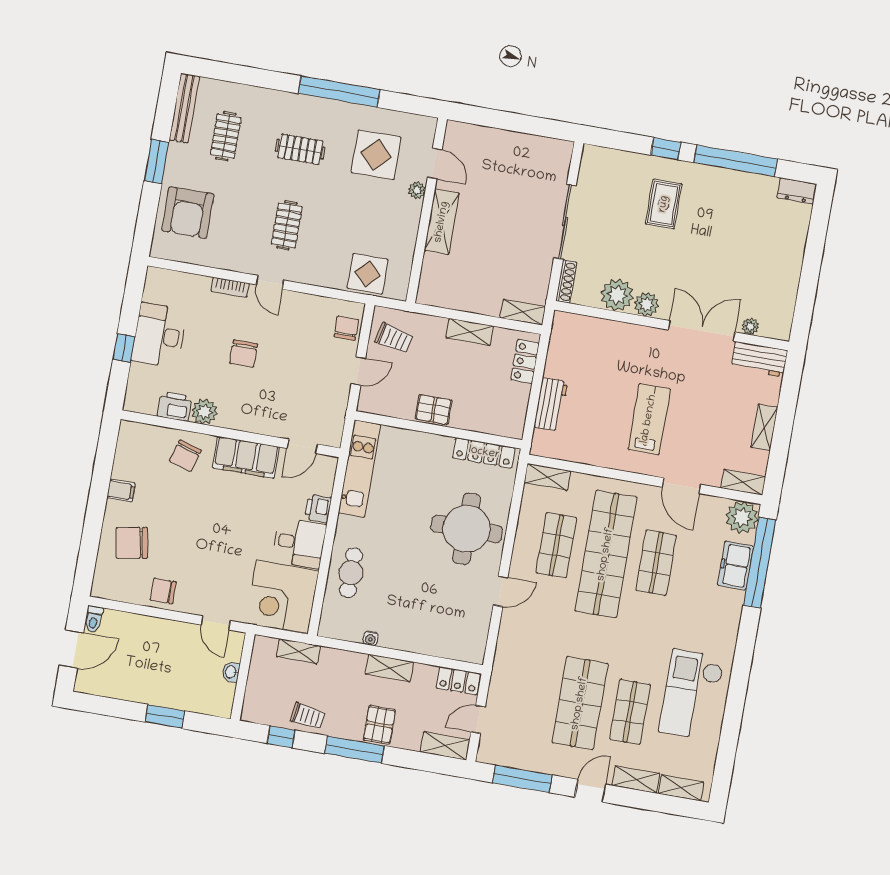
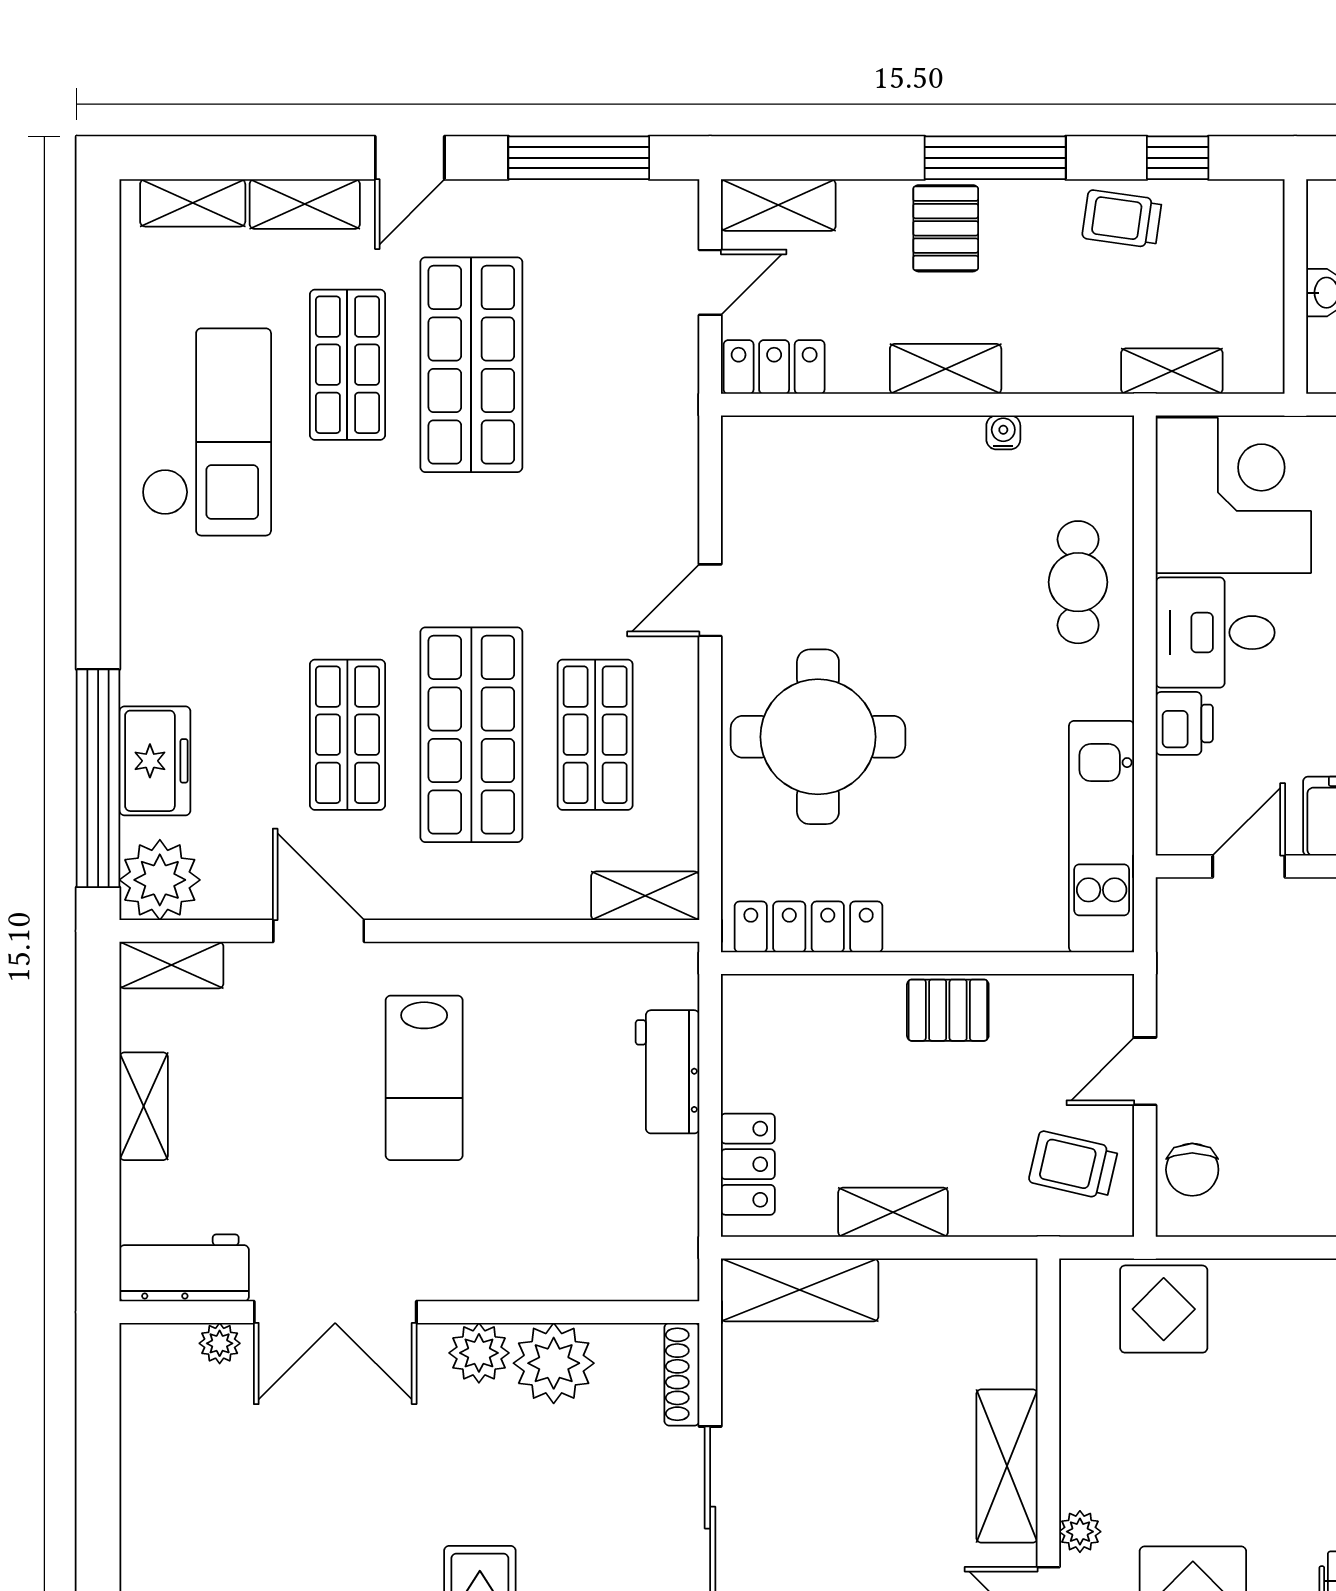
shelving: (523, 312) -> (800, 1290), width x1.50, depth x1.33
shop shelf: (606, 554) -> (471, 735), width x0.71

